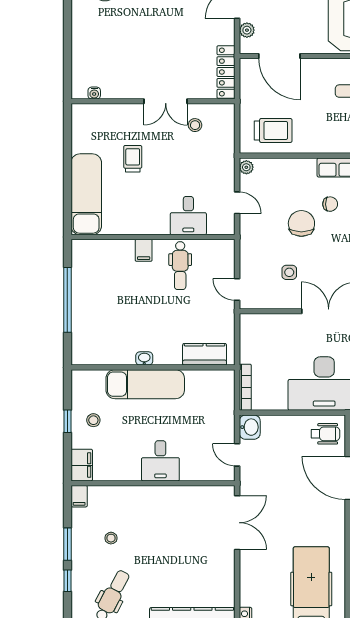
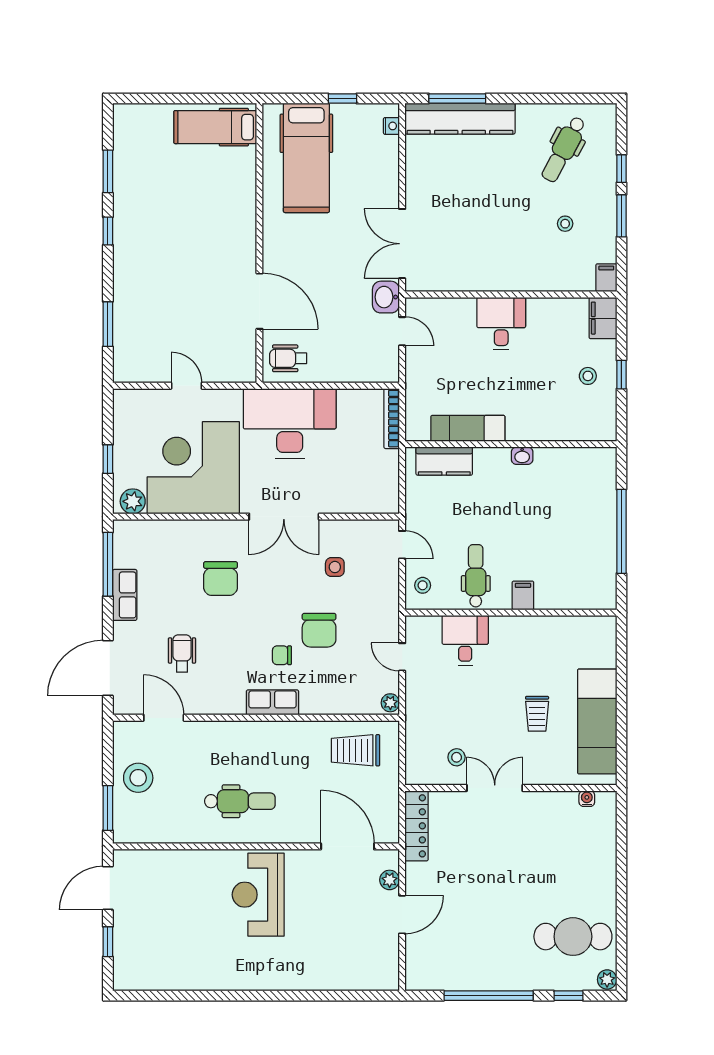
exam couch: (86, 194) -> (597, 722), moved
stool: (221, 258) -> (423, 585), added
exam couch: (145, 384) -> (468, 428), moved, width x0.73, depth x0.69
washbasin: (250, 427) -> (386, 297), moved

